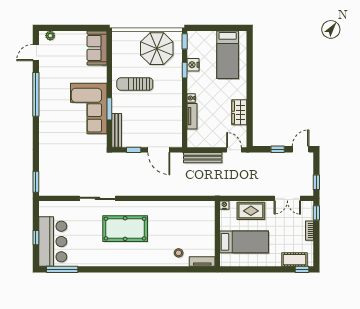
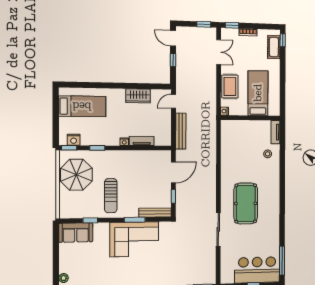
window: (109, 63) -> (90, 220), added
nightstand: (193, 65) -> (74, 140), moved

